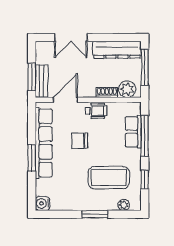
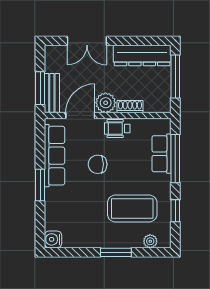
plant: (127, 89) -> (106, 103), moved
wheelchair: (96, 111) -> (117, 129), turned 180
row of seats: (44, 143) -> (54, 156), width x0.73

